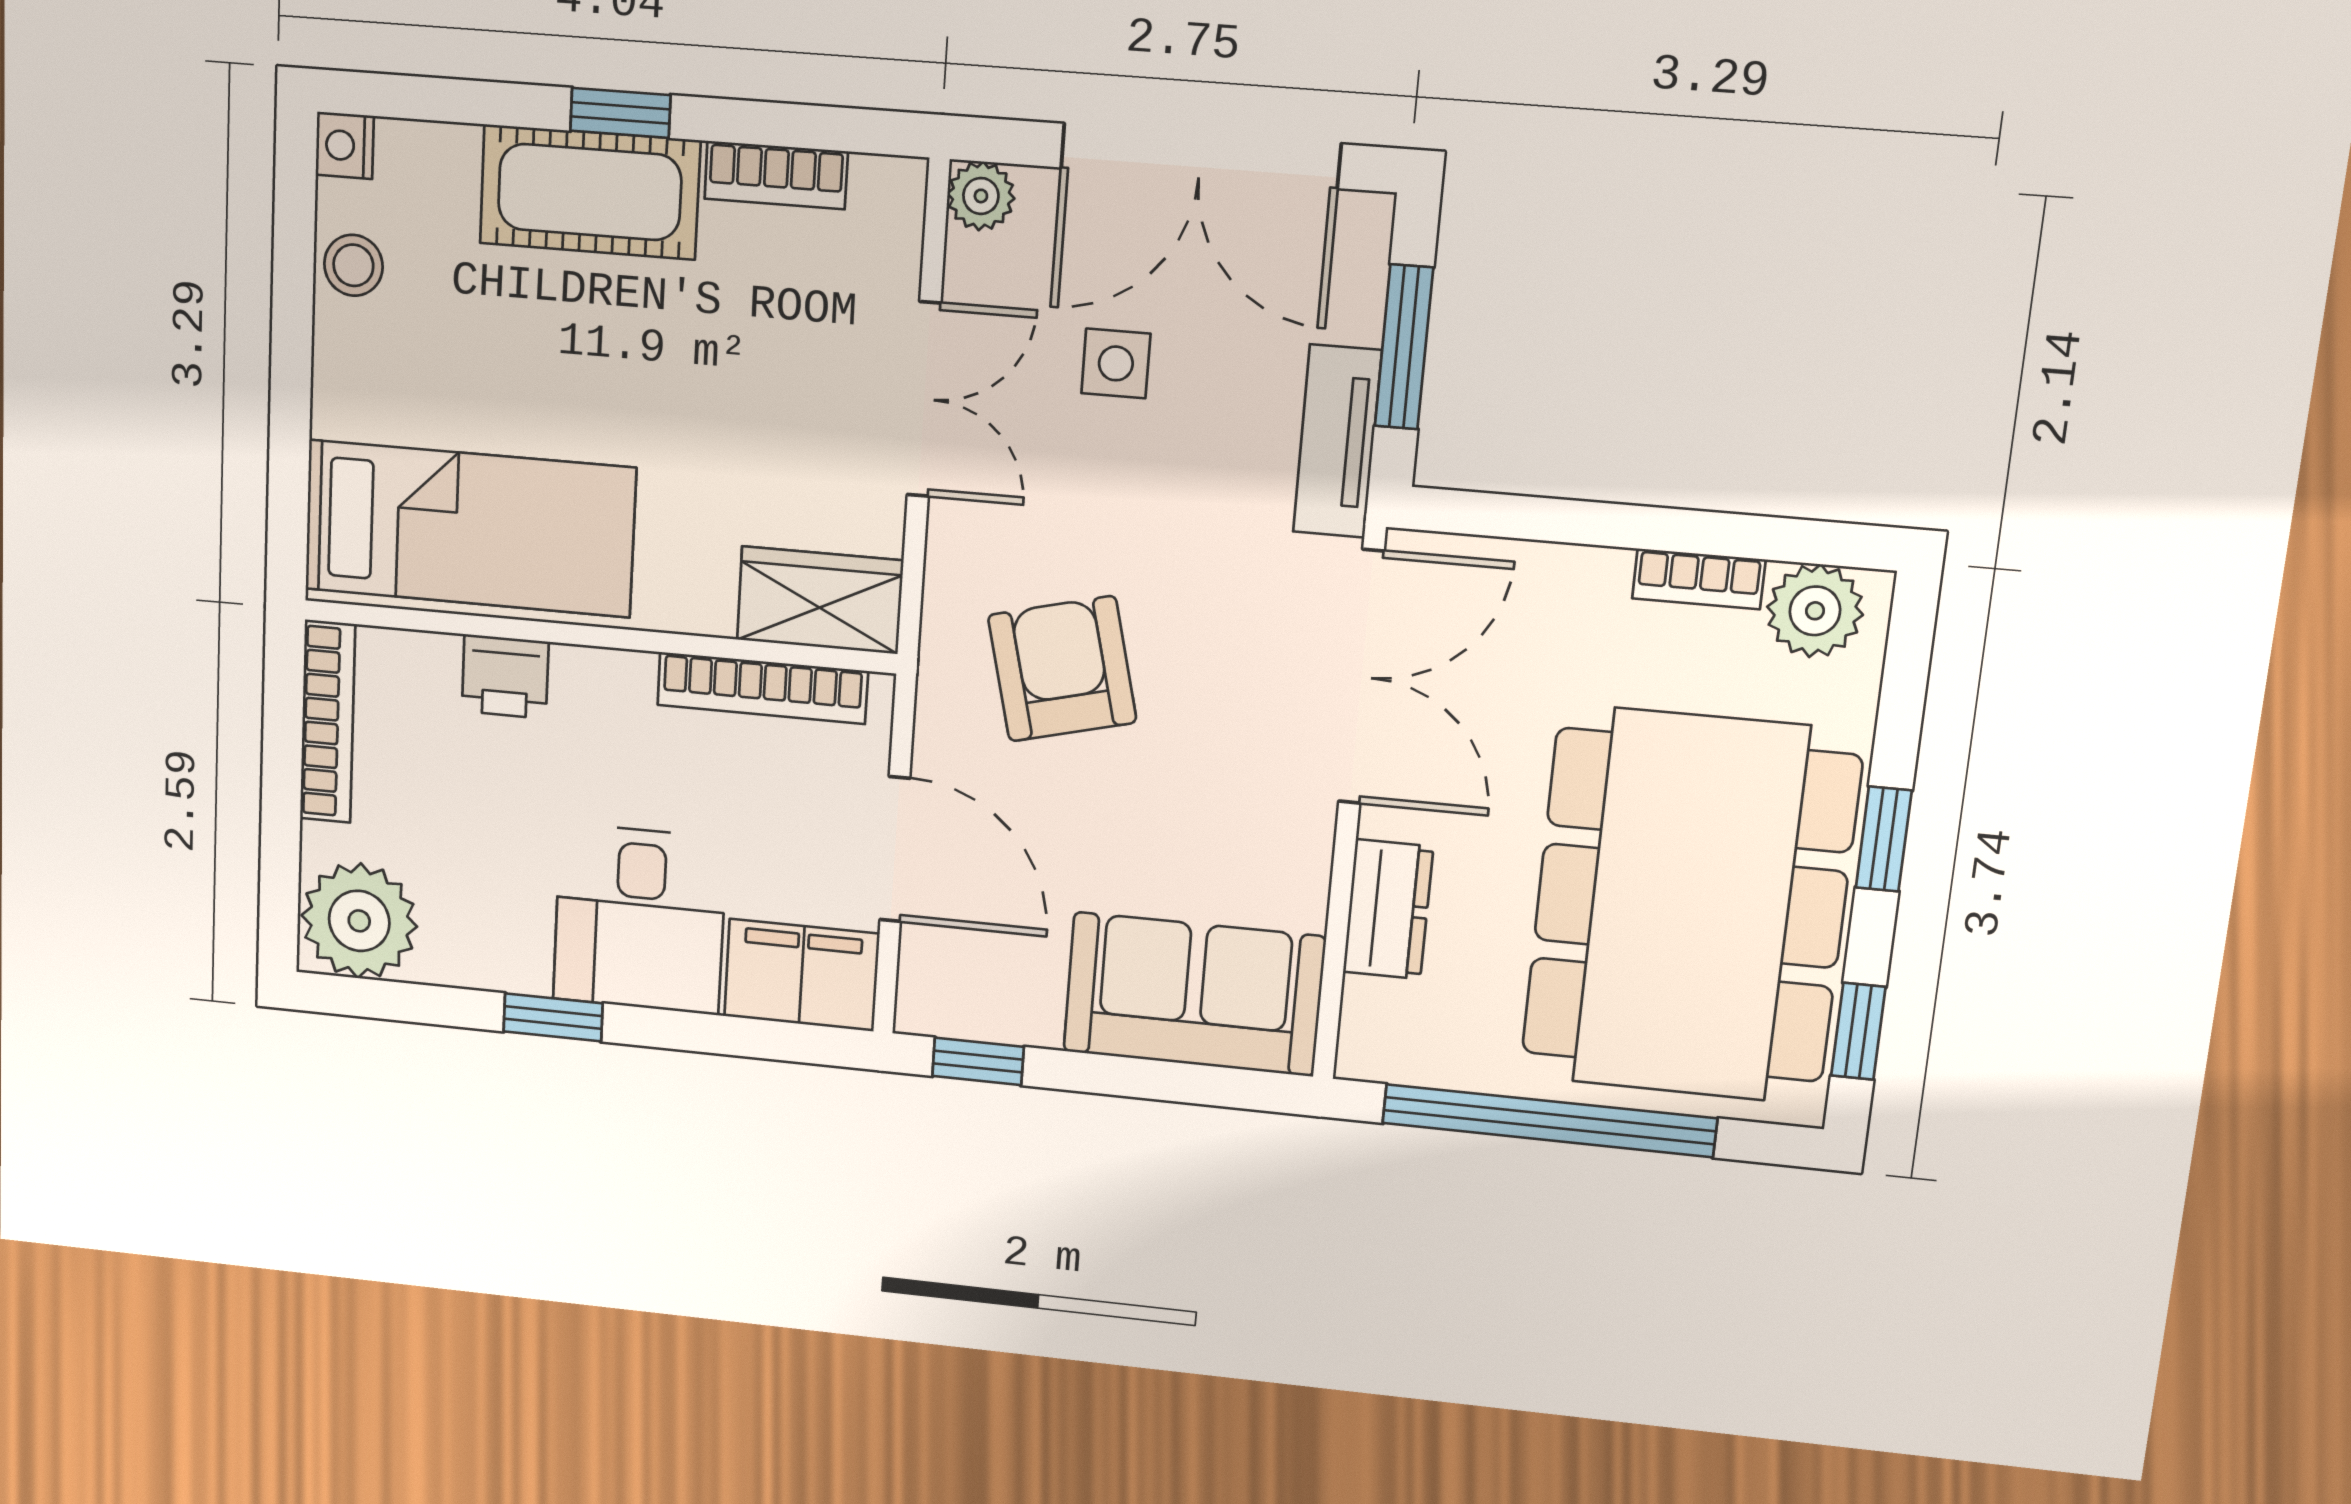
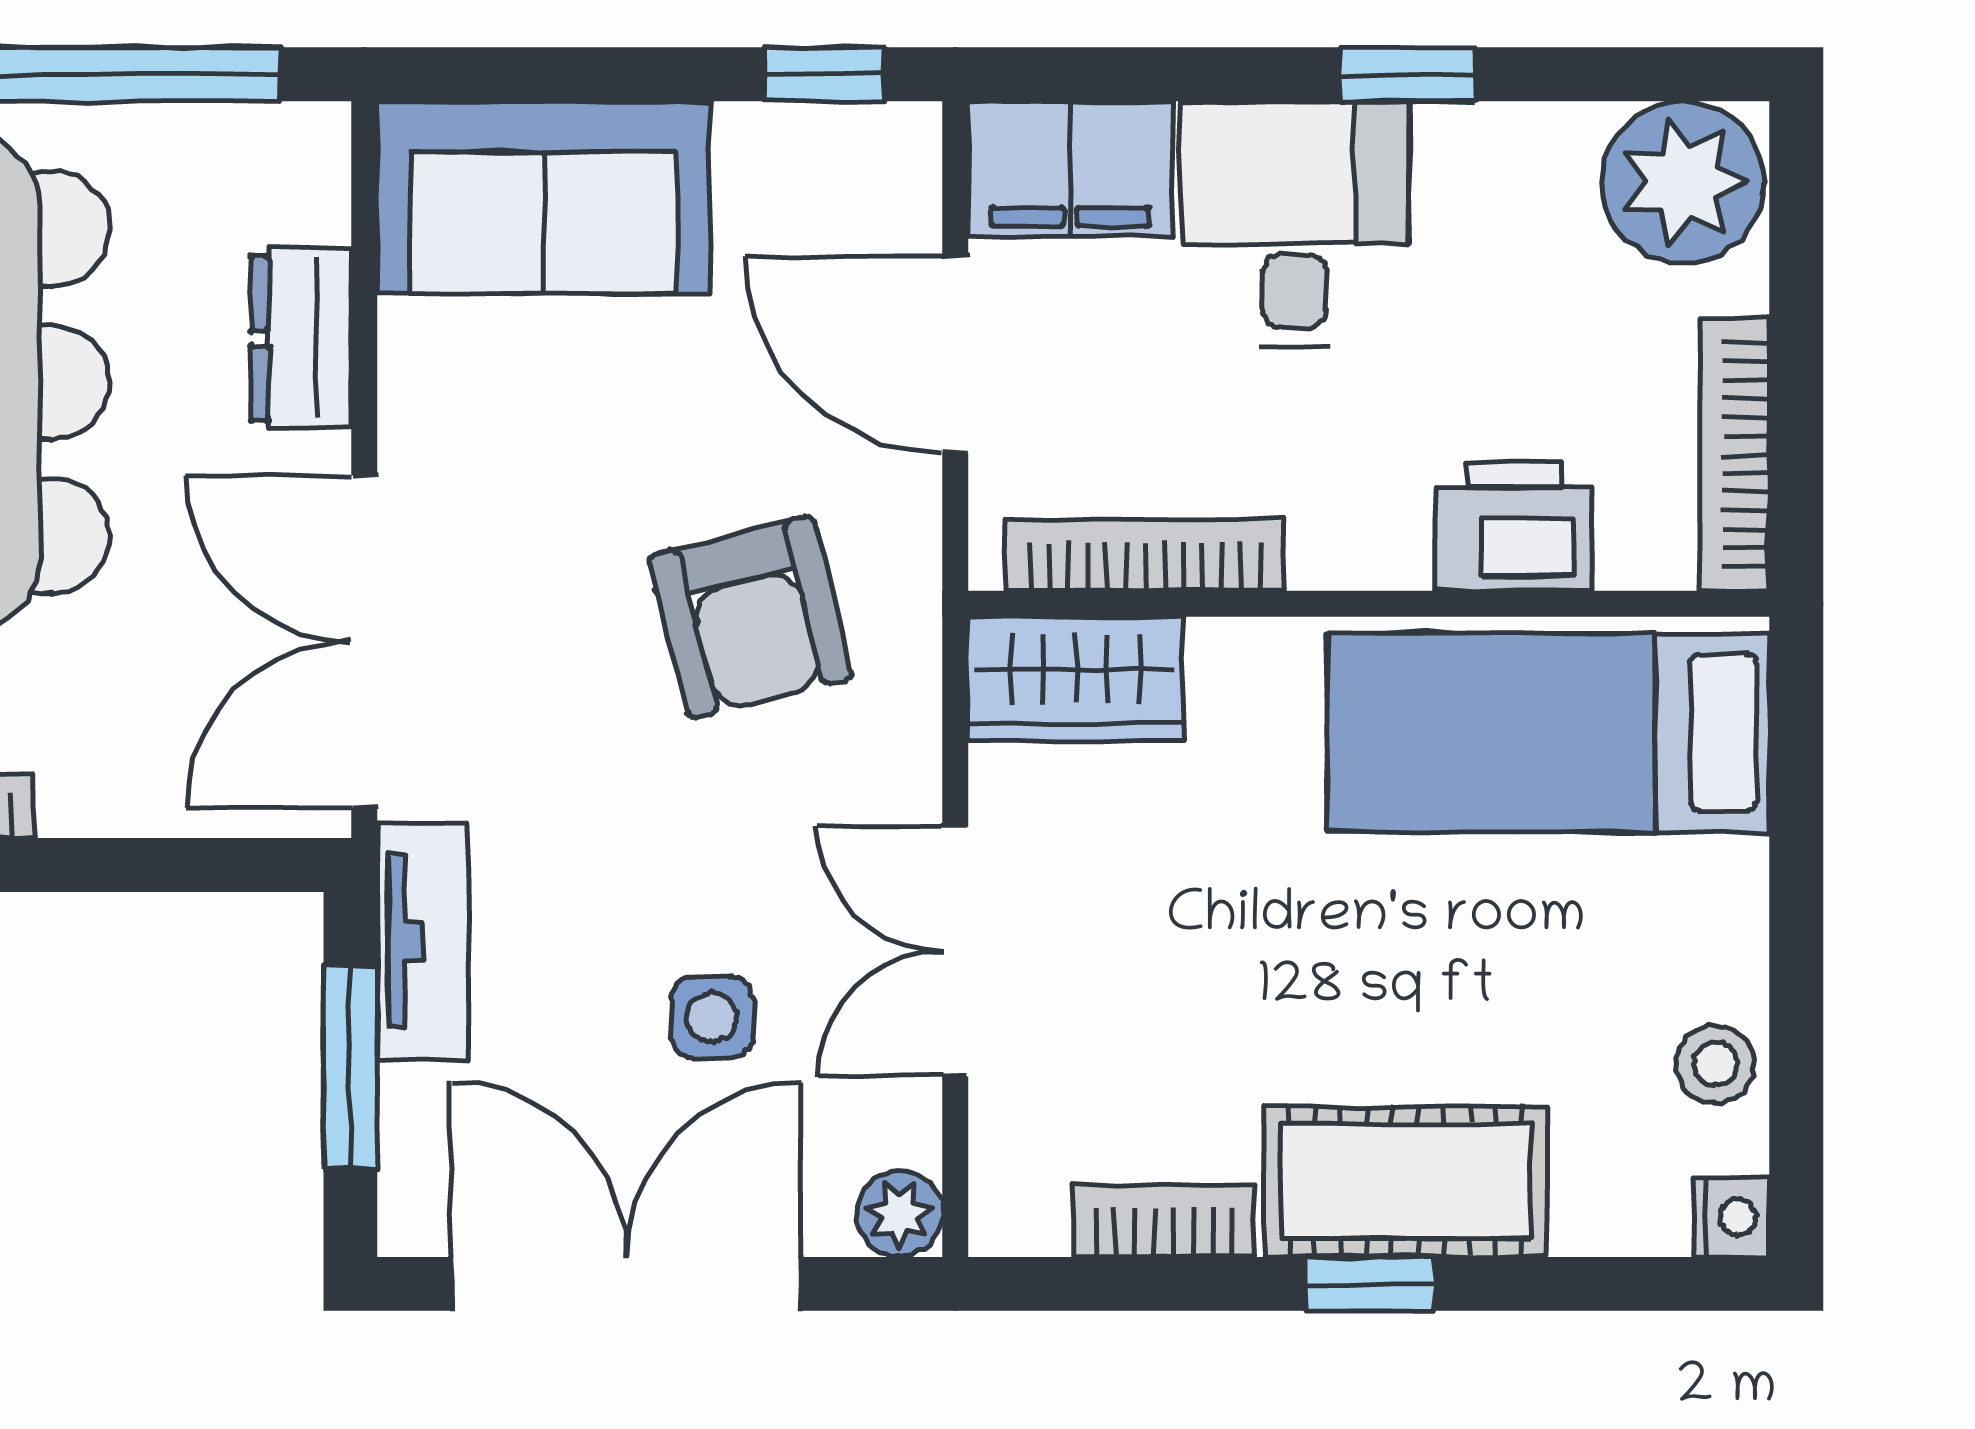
printer: (505, 677) -> (1514, 526), width x1.36, depth x1.24

